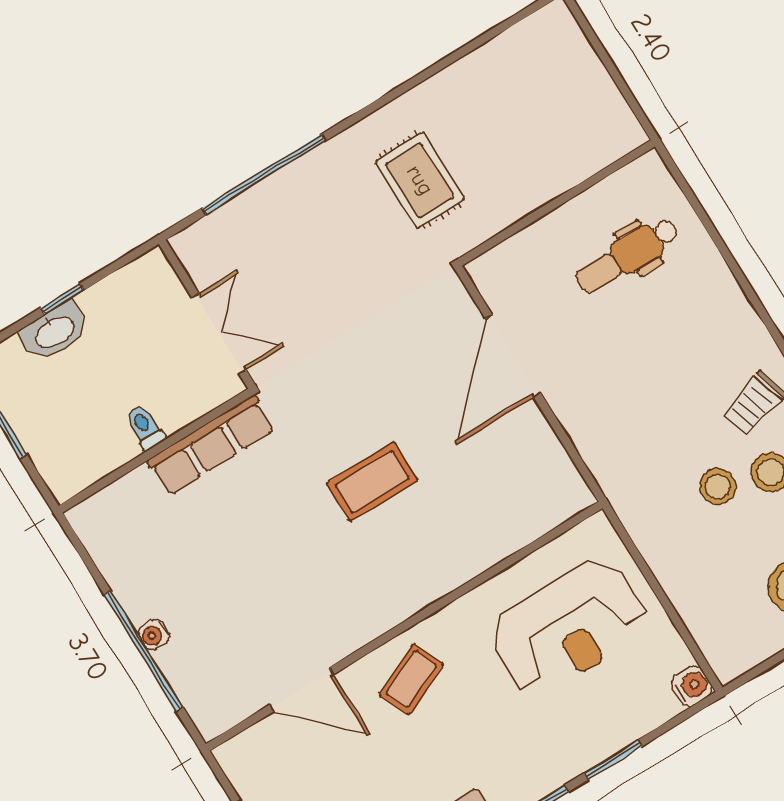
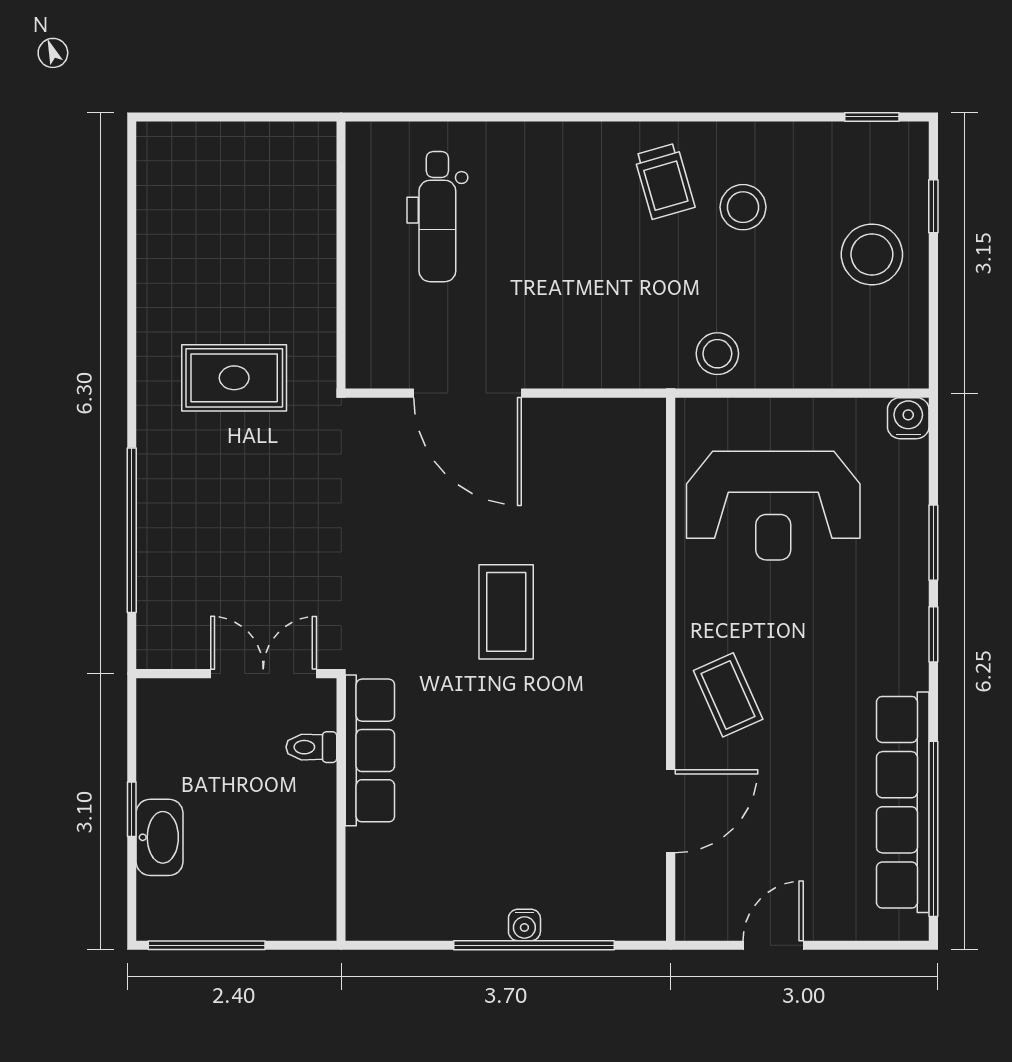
toilet: (145, 427) -> (311, 747), moved
stool: (718, 486) -> (717, 354), moved
reception desk: (568, 627) -> (773, 506), turned 90

